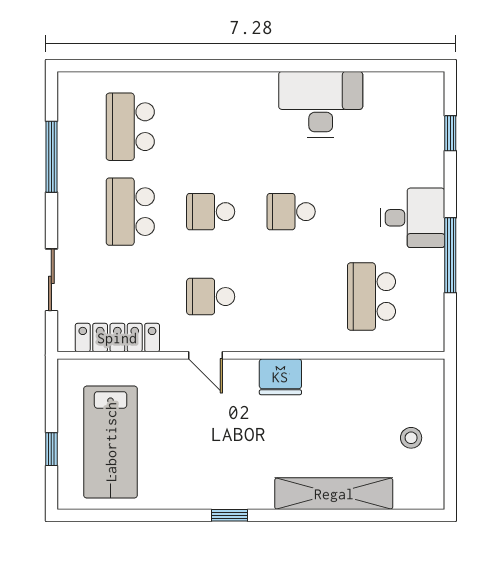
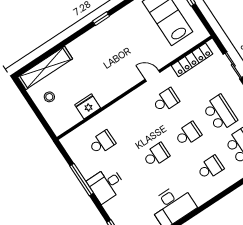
school desk: (211, 127) -> (210, 168), added
school desk: (371, 297) -> (102, 143), width x0.54
fridge: (280, 377) -> (88, 106), moved
shelving: (334, 494) -> (45, 68), moved

